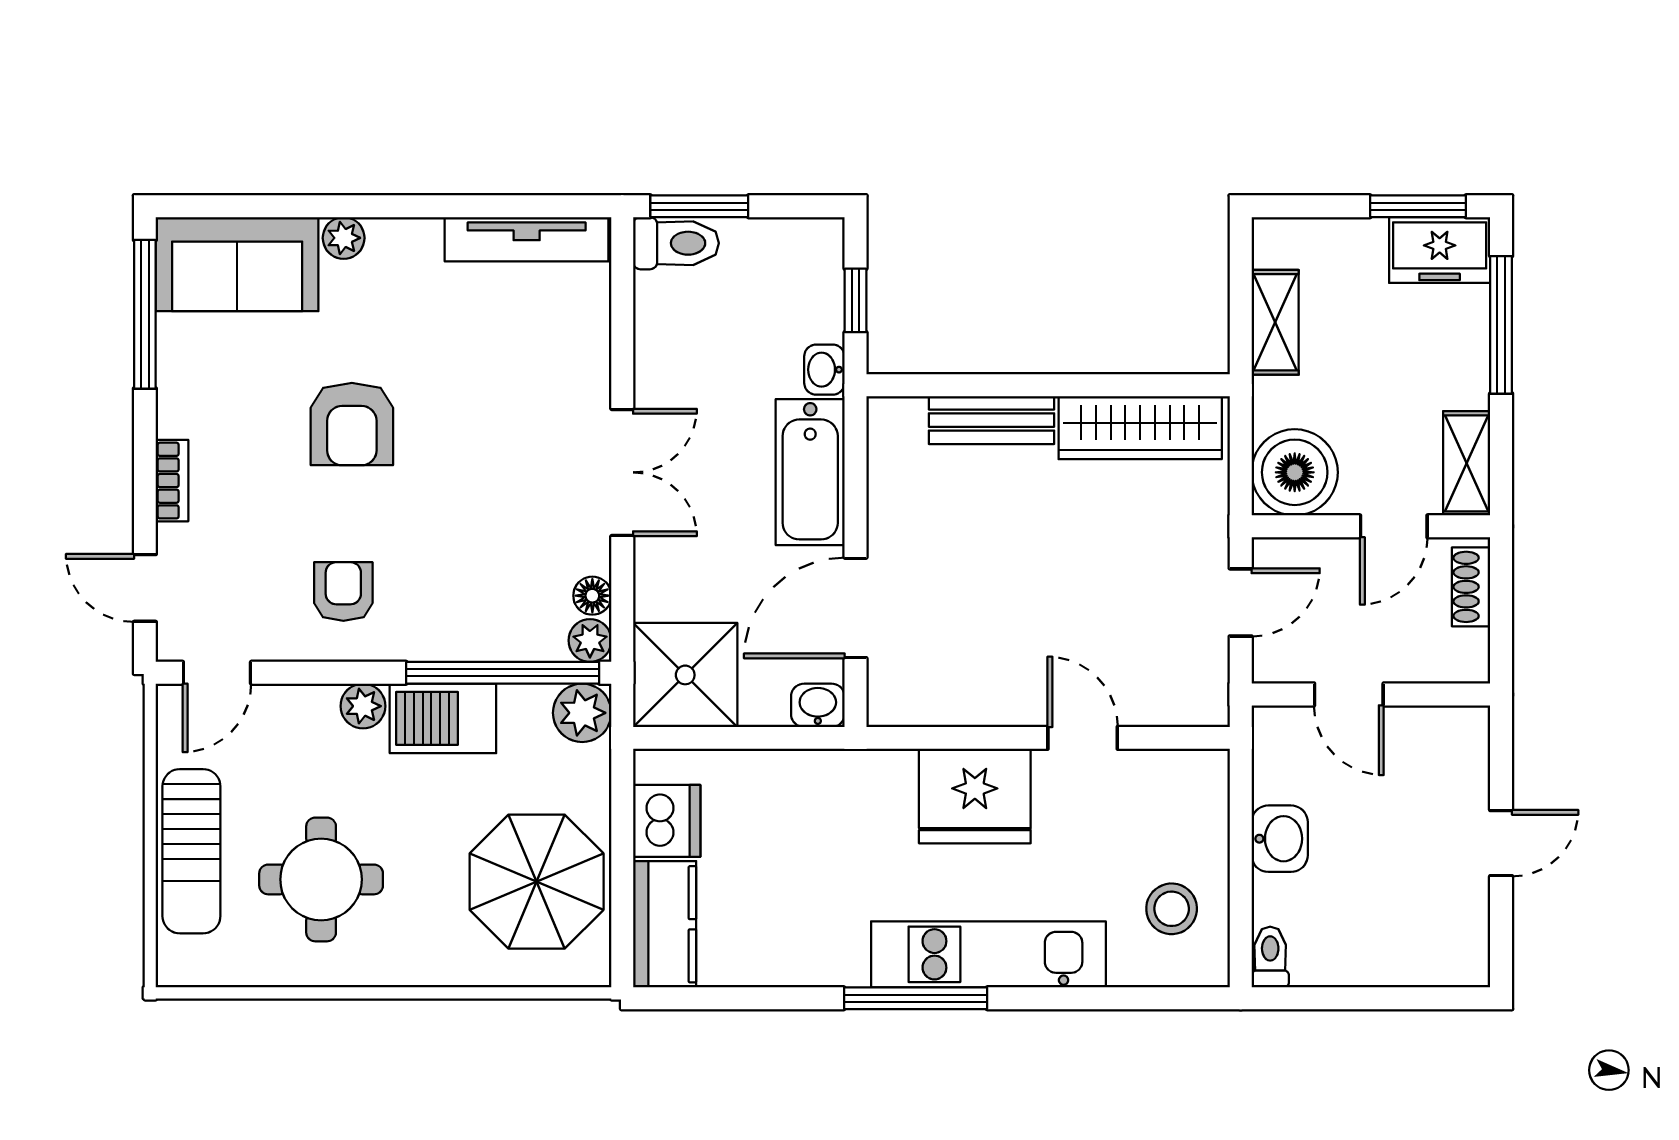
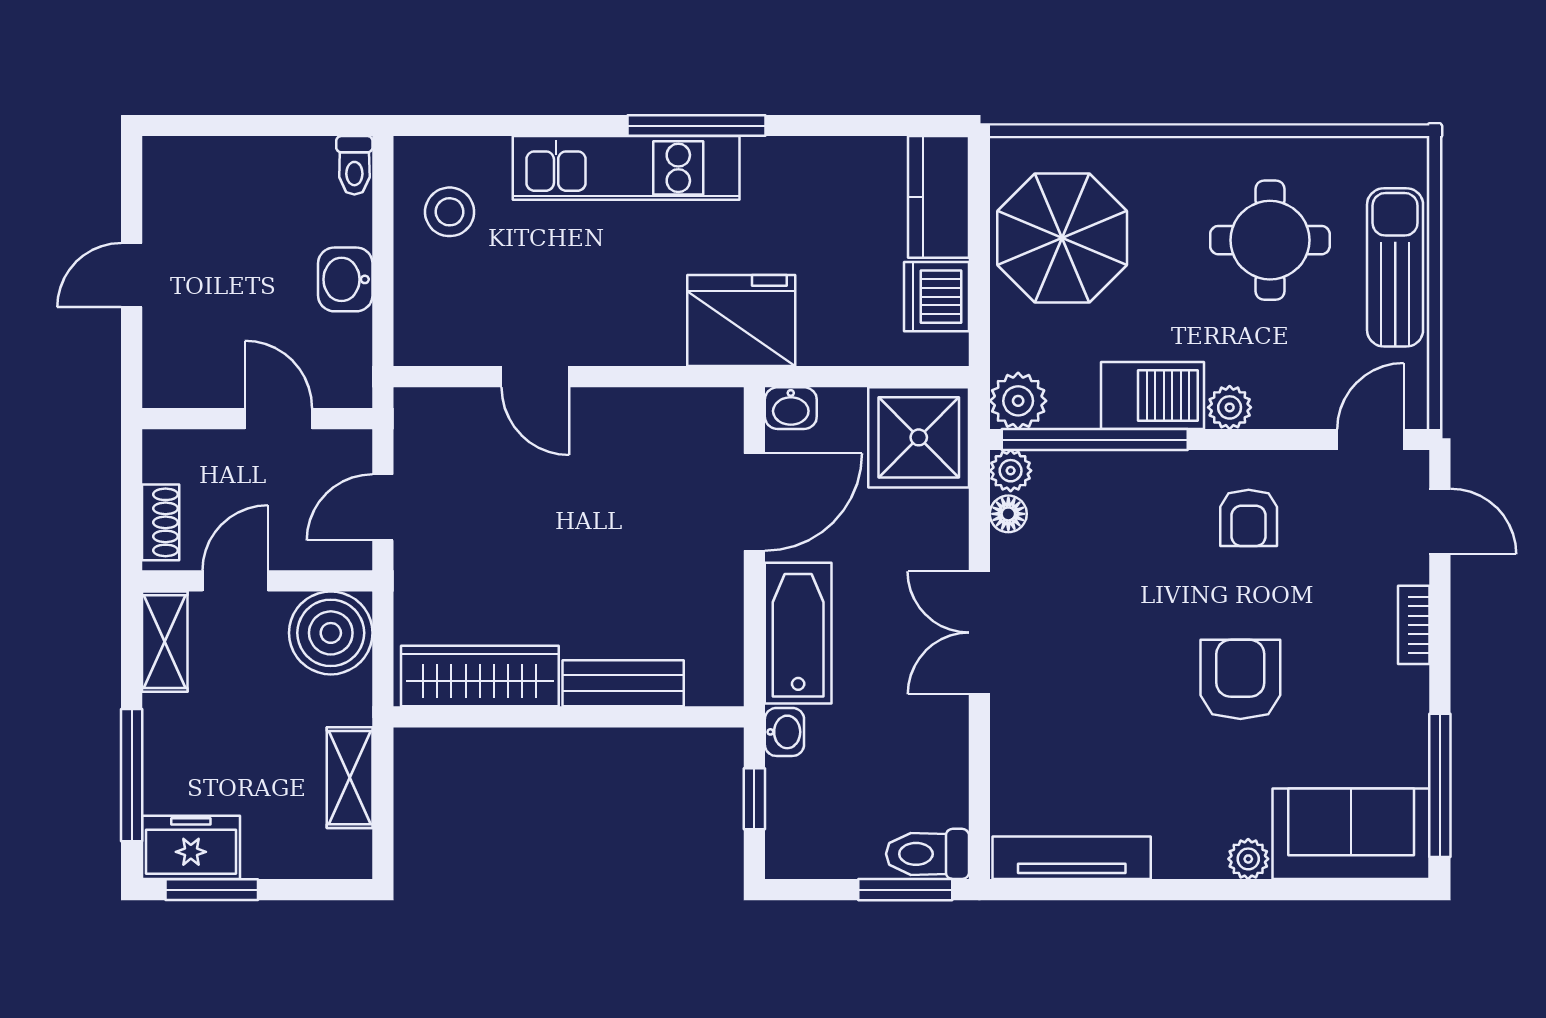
fridge: (975, 796) -> (741, 321), moved

